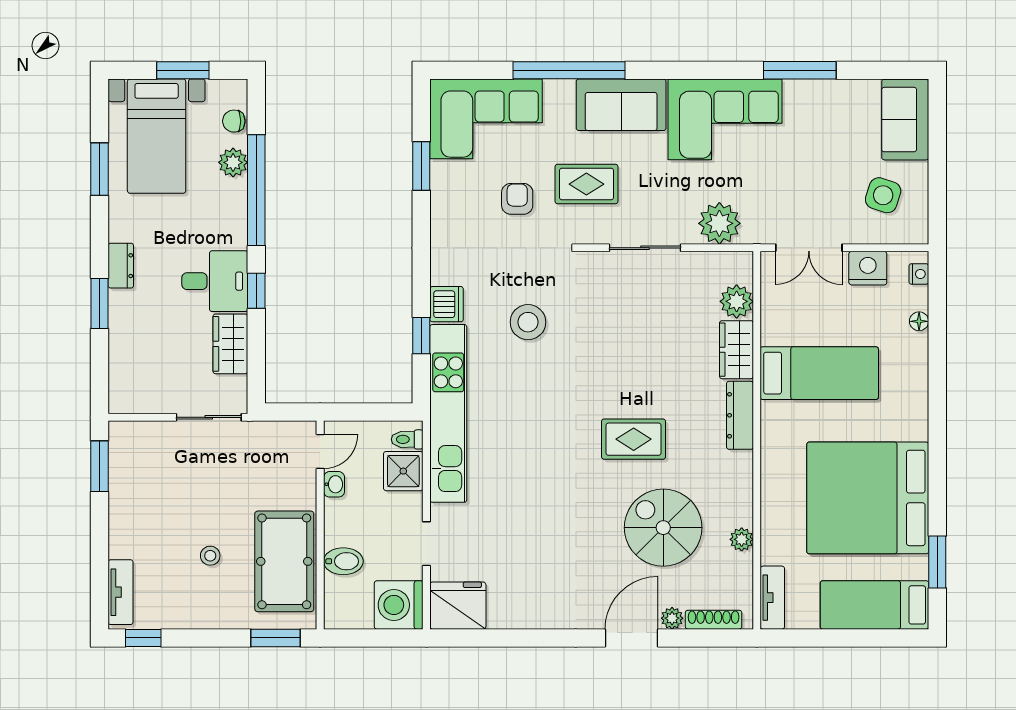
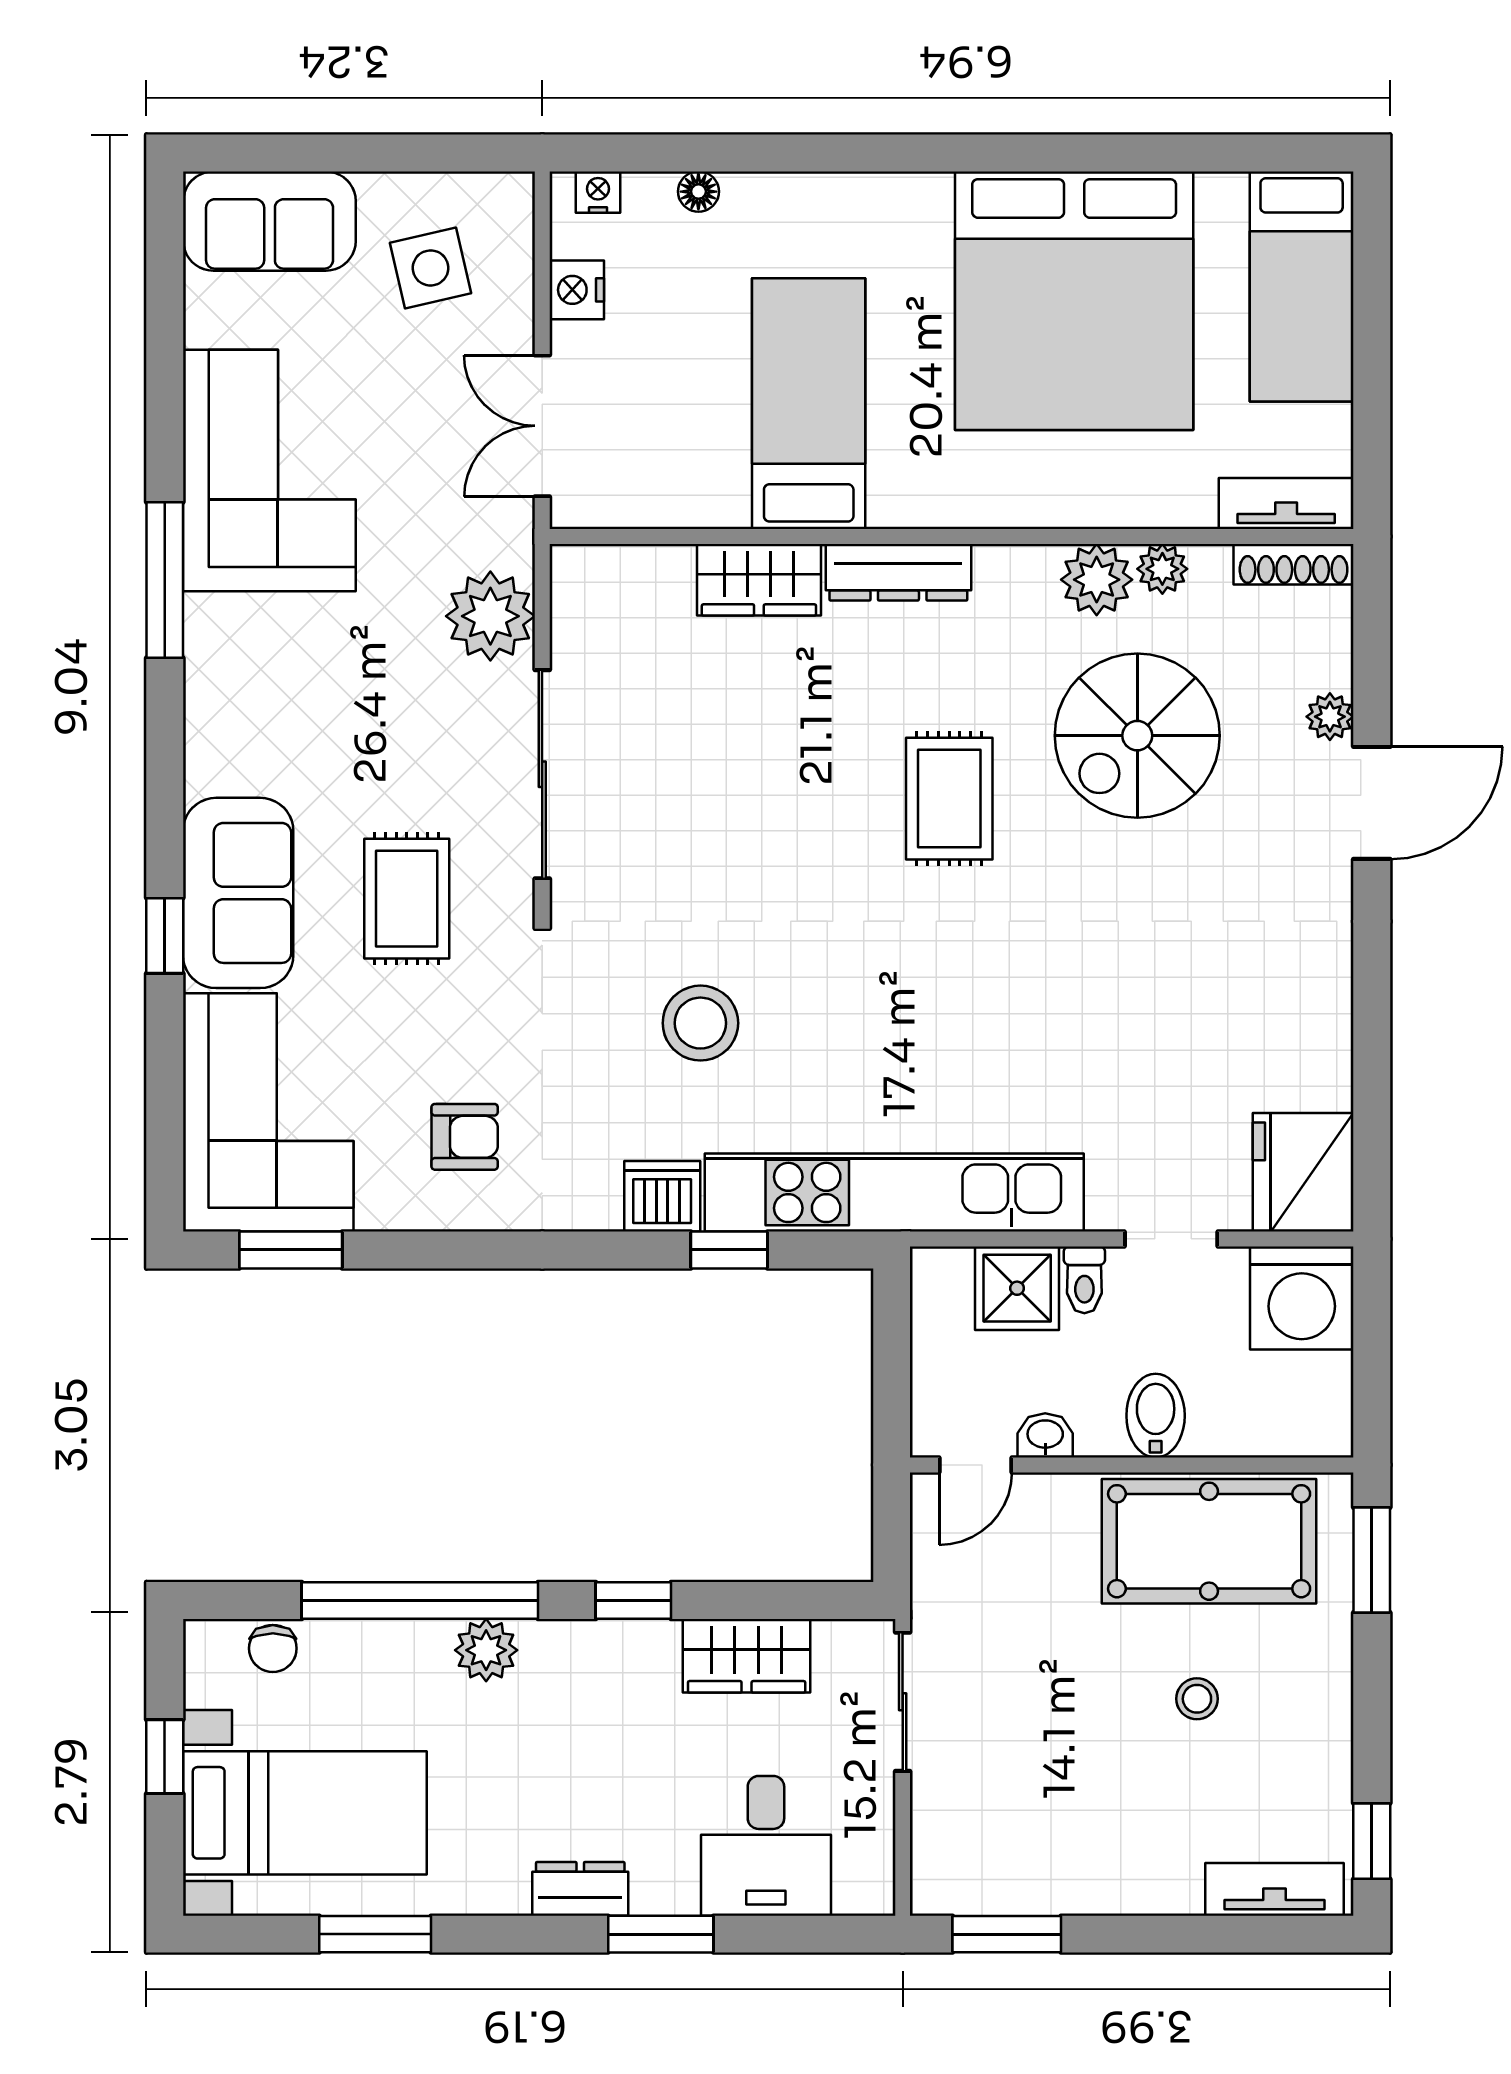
window: (183, 70) -> (165, 1757), width x0.67
window: (569, 70) -> (165, 936), width x0.32
window: (800, 70) -> (165, 580), moved
sofa: (621, 105) -> (238, 893), moved
corner sofa: (725, 119) -> (269, 470), moved
plant: (233, 162) -> (486, 1650), moved
window: (421, 166) -> (291, 1250), moved
side table: (883, 195) -> (431, 268), turned -31
armchair: (517, 199) -> (465, 1137), moved, turned 180
sliding door: (645, 248) -> (542, 774), width x1.37
double door: (809, 248) -> (542, 426), swing flipped
nightstand: (868, 268) -> (577, 290), width x0.74, depth x0.75
desk: (215, 281) -> (766, 1846), moved, turned 180
plant: (737, 301) -> (1097, 580), moved
toilet: (407, 439) -> (1084, 1280), moved
door: (320, 452) -> (975, 1465), swing flipped
bidet: (343, 561) -> (1156, 1416), moved
window: (937, 562) -> (1210, 153), removed
shoe rack: (714, 620) -> (1294, 564), moved, turned -90
door: (631, 638) -> (1372, 803), swing flipped

